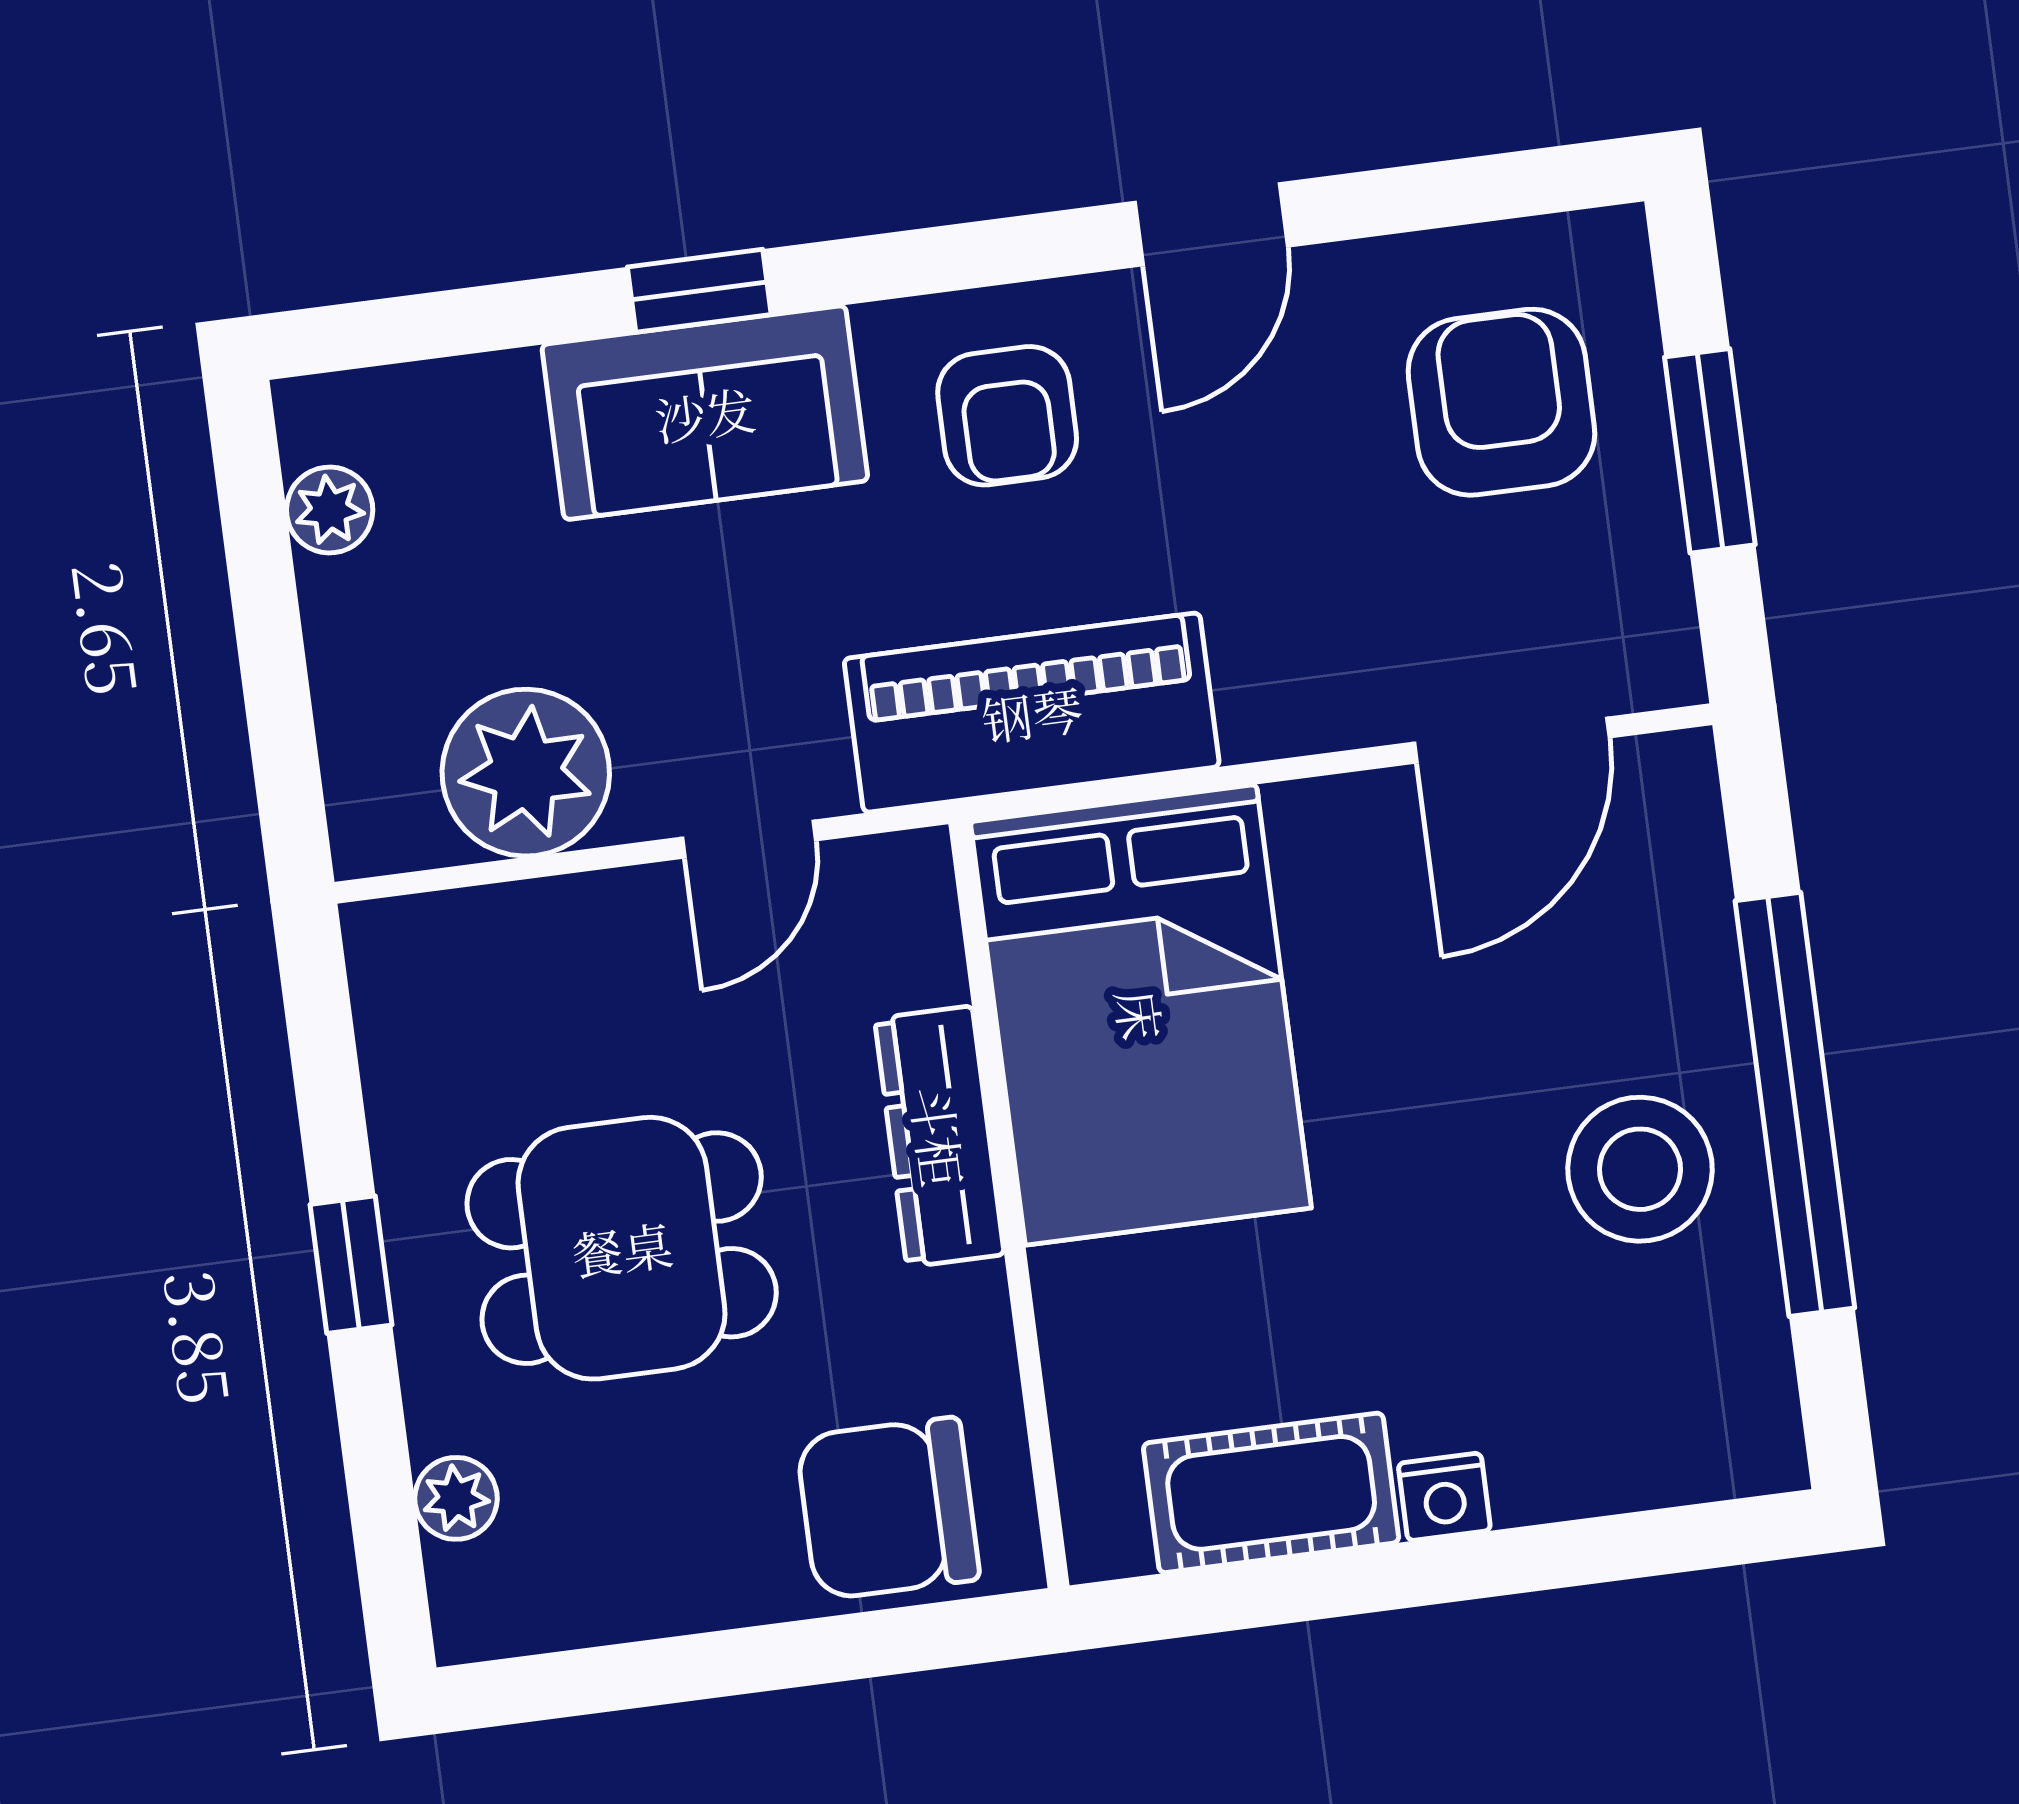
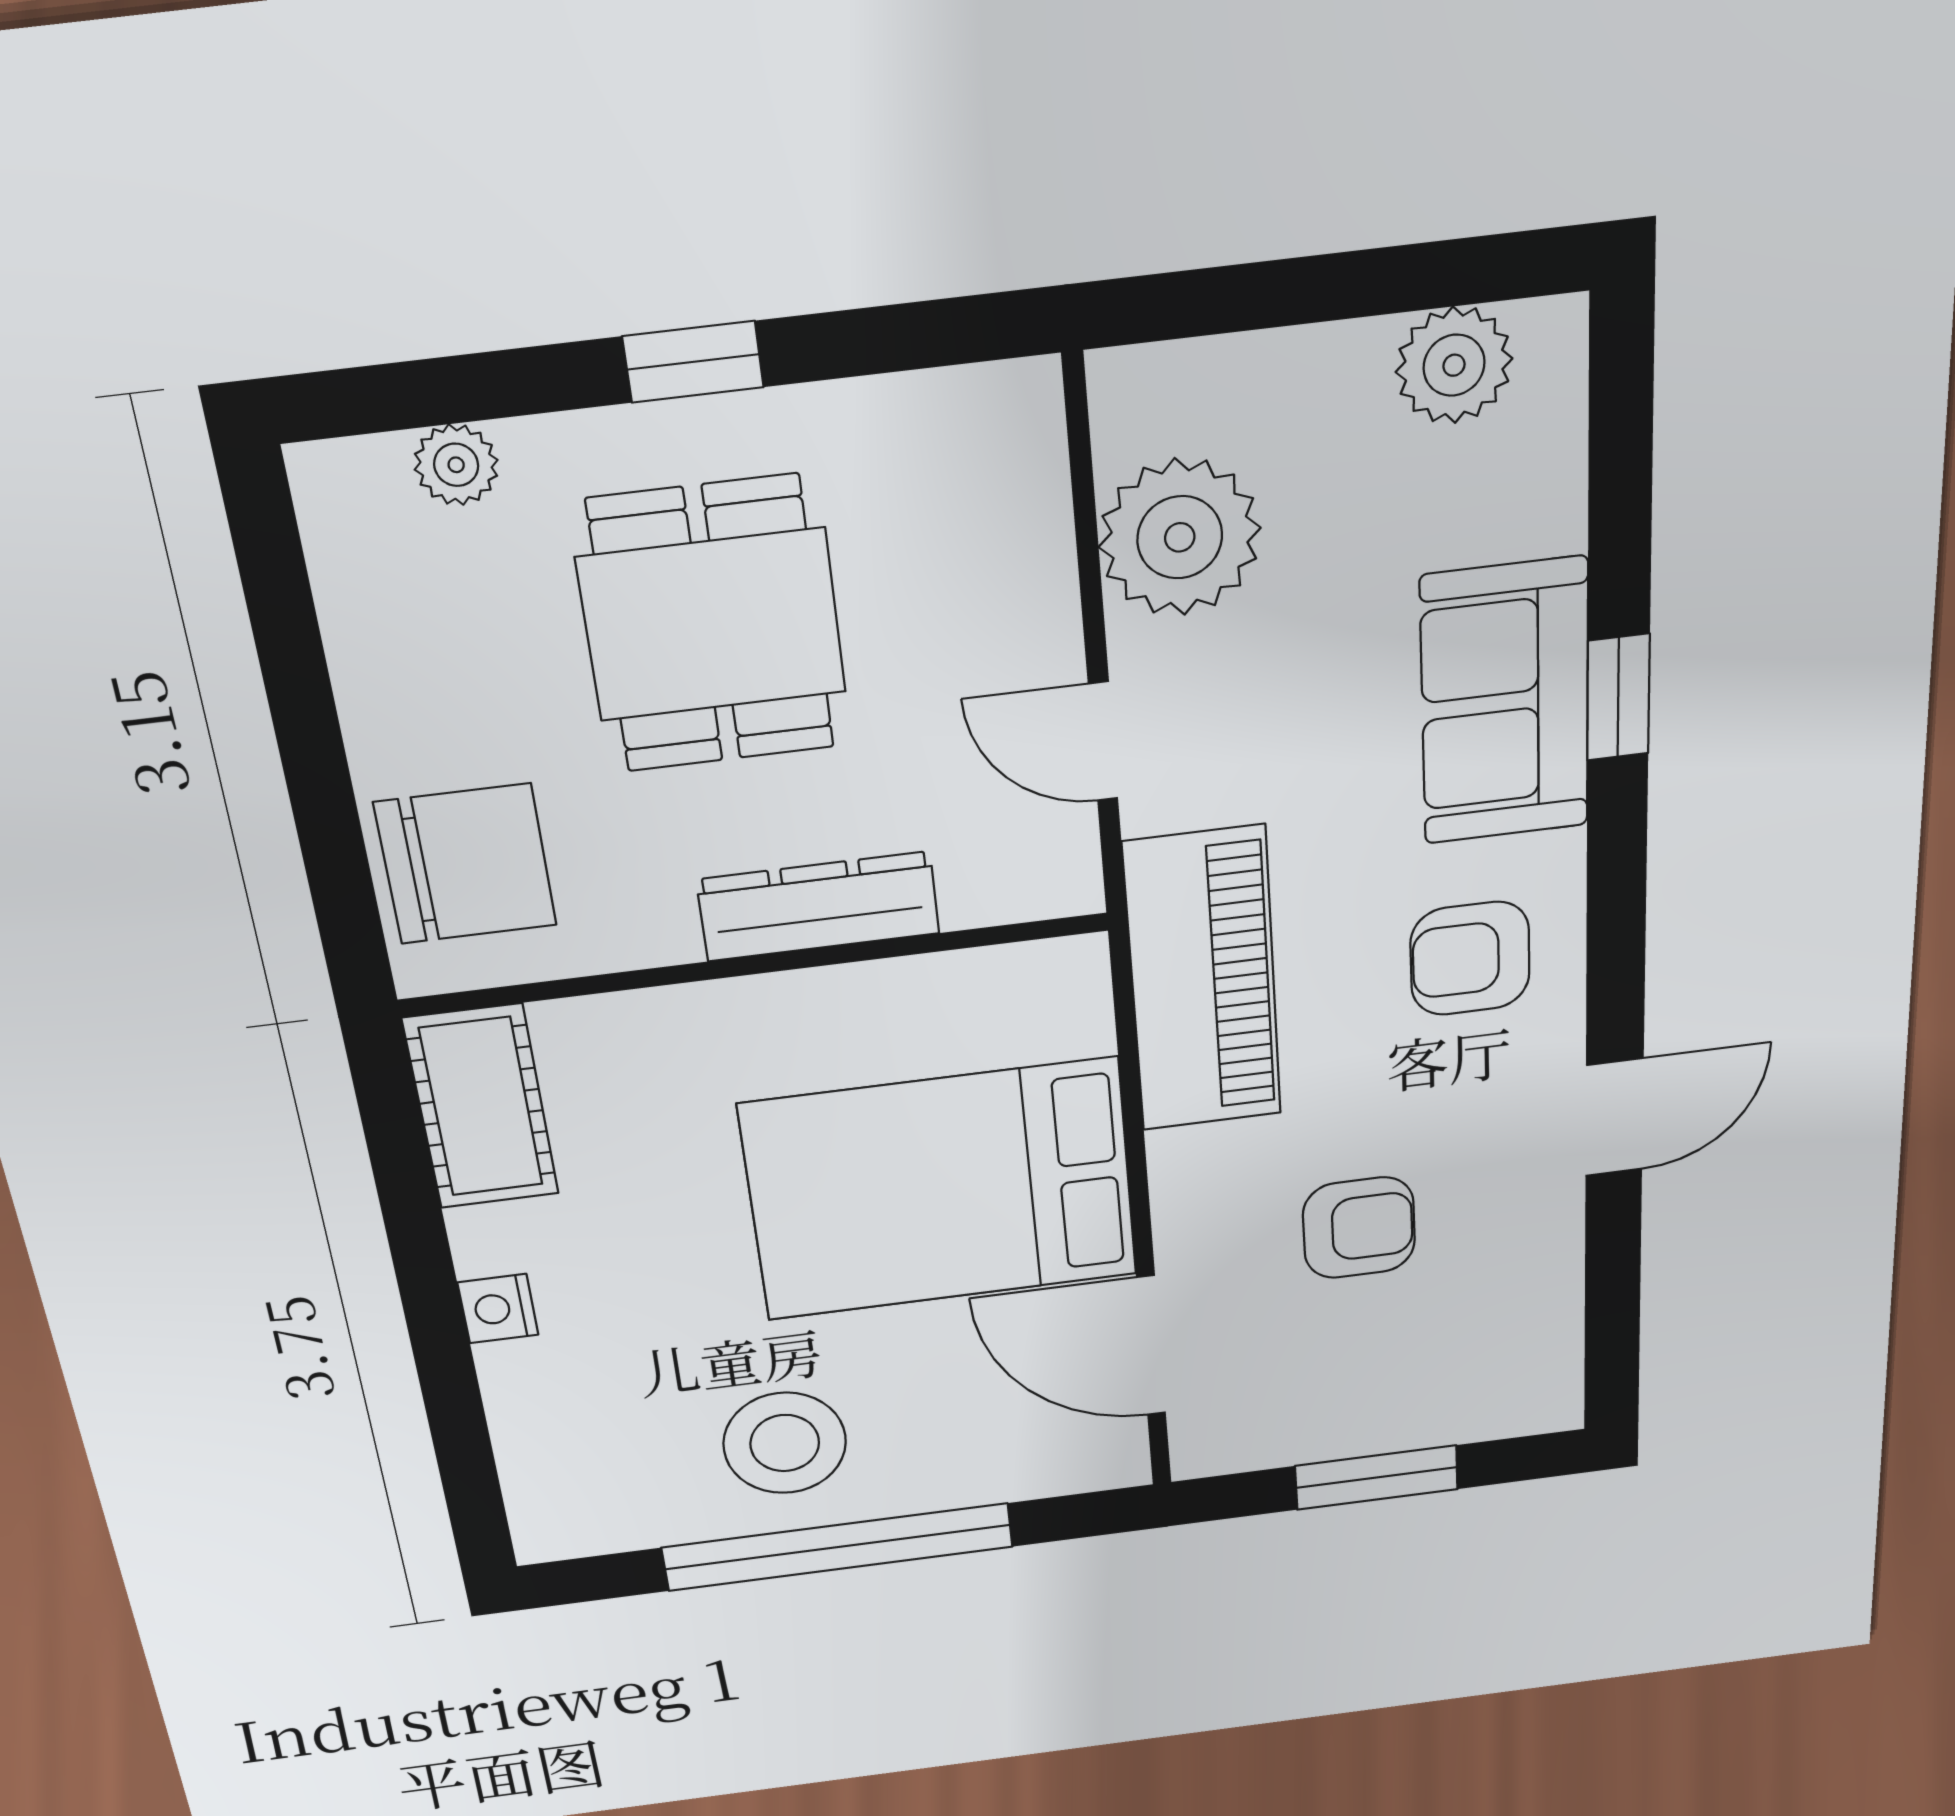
door: (1211, 224) -> (1614, 1117), swing flipped
armchair: (1501, 402) -> (1359, 1228), moved, width x0.72, depth x0.72
plant: (330, 510) -> (1454, 365), width x1.38, depth x1.38
bed: (1141, 1015) -> (940, 1190), moved
cot: (1271, 1493) -> (481, 1107), moved
chair: (888, 1508) -> (466, 864), turned 90

